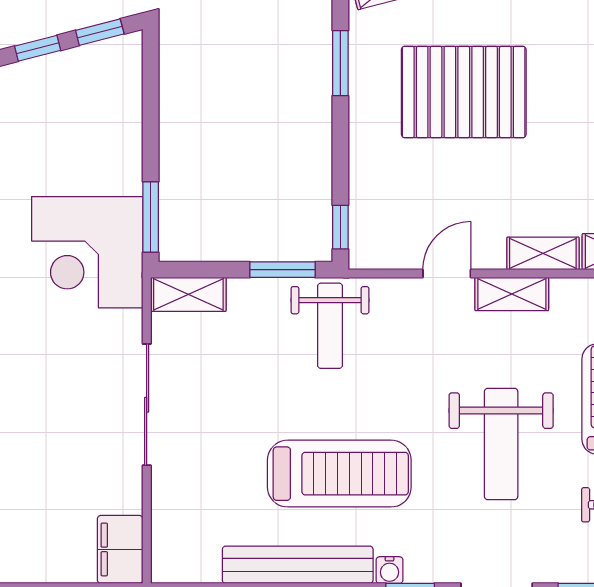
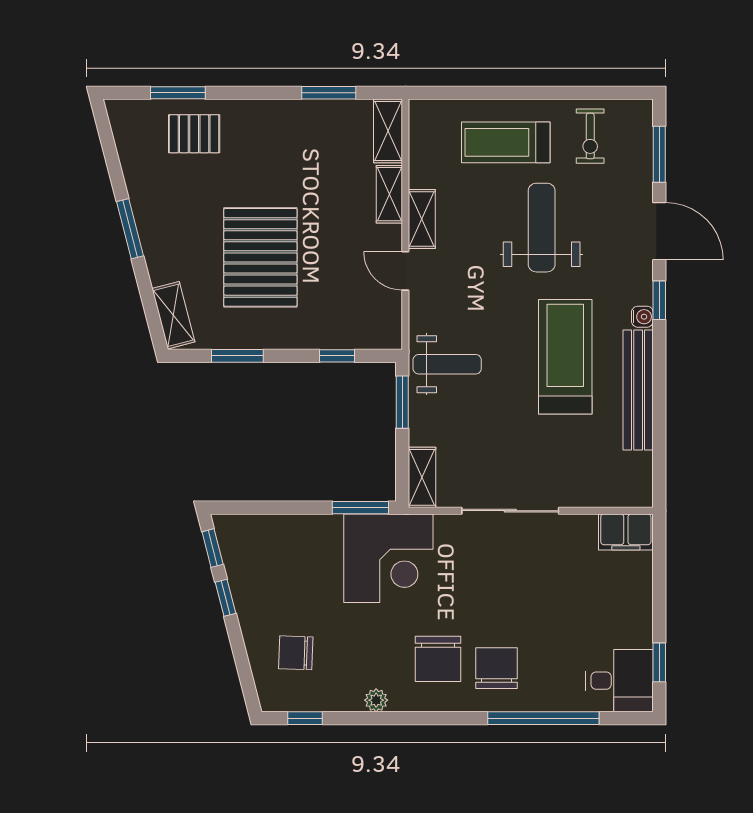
window: (340, 227) -> (337, 356), moved
weight bench: (501, 444) -> (542, 228), turned -90

